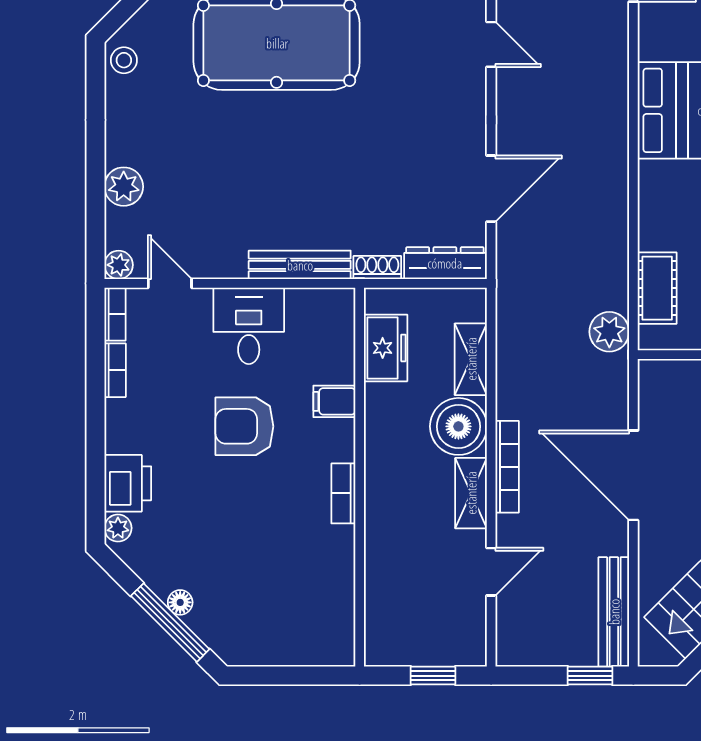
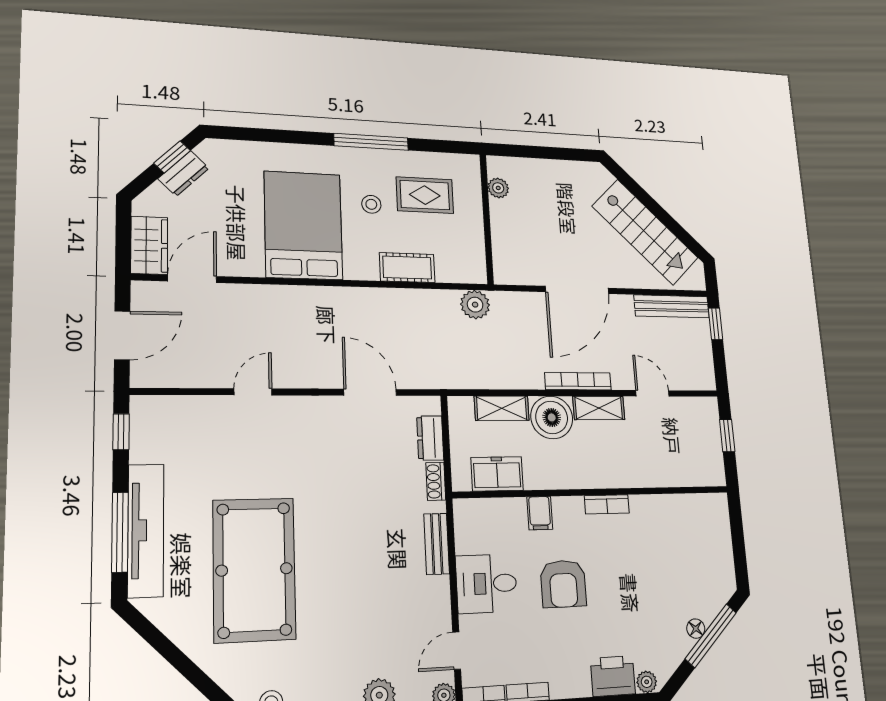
dresser: (445, 263) -> (430, 438), width x0.70
bench: (300, 265) -> (437, 544), width x0.73
cot: (657, 288) -> (407, 268), moved

